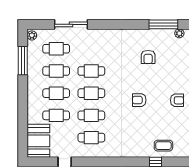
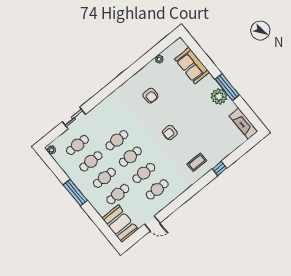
sliding door: (71, 24) -> (74, 118), width x0.73
window: (163, 24) -> (142, 62), removed
window: (23, 61) -> (75, 193), moved
armchair: (177, 100) -> (198, 110), removed
coffee table: (163, 146) -> (197, 162), moved

